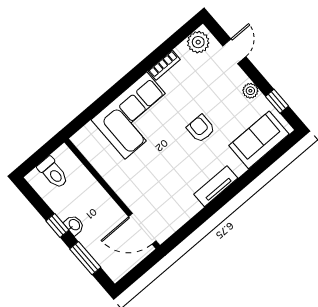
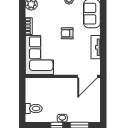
wall: (112, 194) -> (63, 76), moved
door: (142, 229) -> (87, 76), moved

